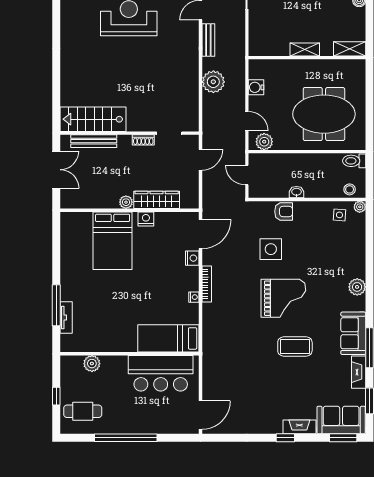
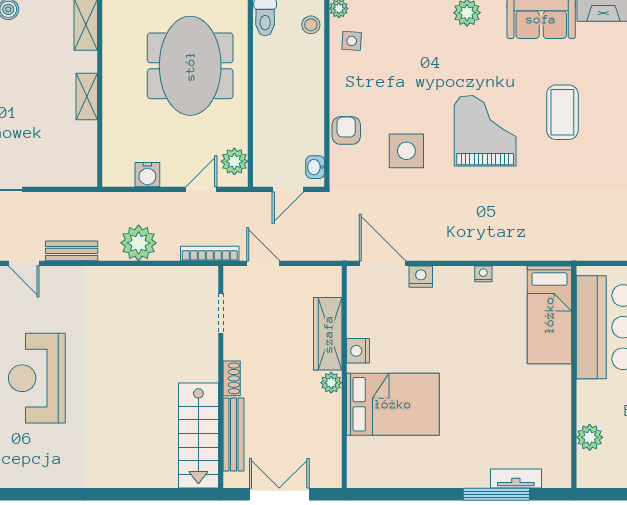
shoe rack: (143, 140) -> (232, 378), moved
washbasin: (297, 192) -> (315, 167), moved
bookcase: (207, 284) -> (210, 253), moved

